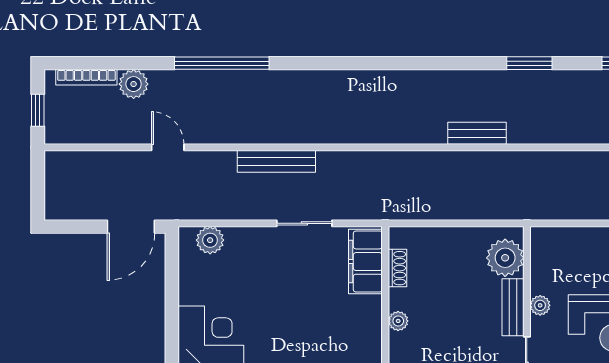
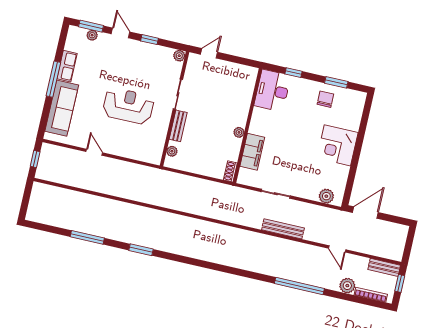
bench: (477, 133) -> (384, 267), moved
plant: (505, 258) -> (172, 151), width x0.53, depth x0.53
filing cabinet: (365, 262) -> (252, 152), moved
shoe rack: (397, 268) -> (230, 171), moved
plant: (540, 305) -> (164, 124), removed

